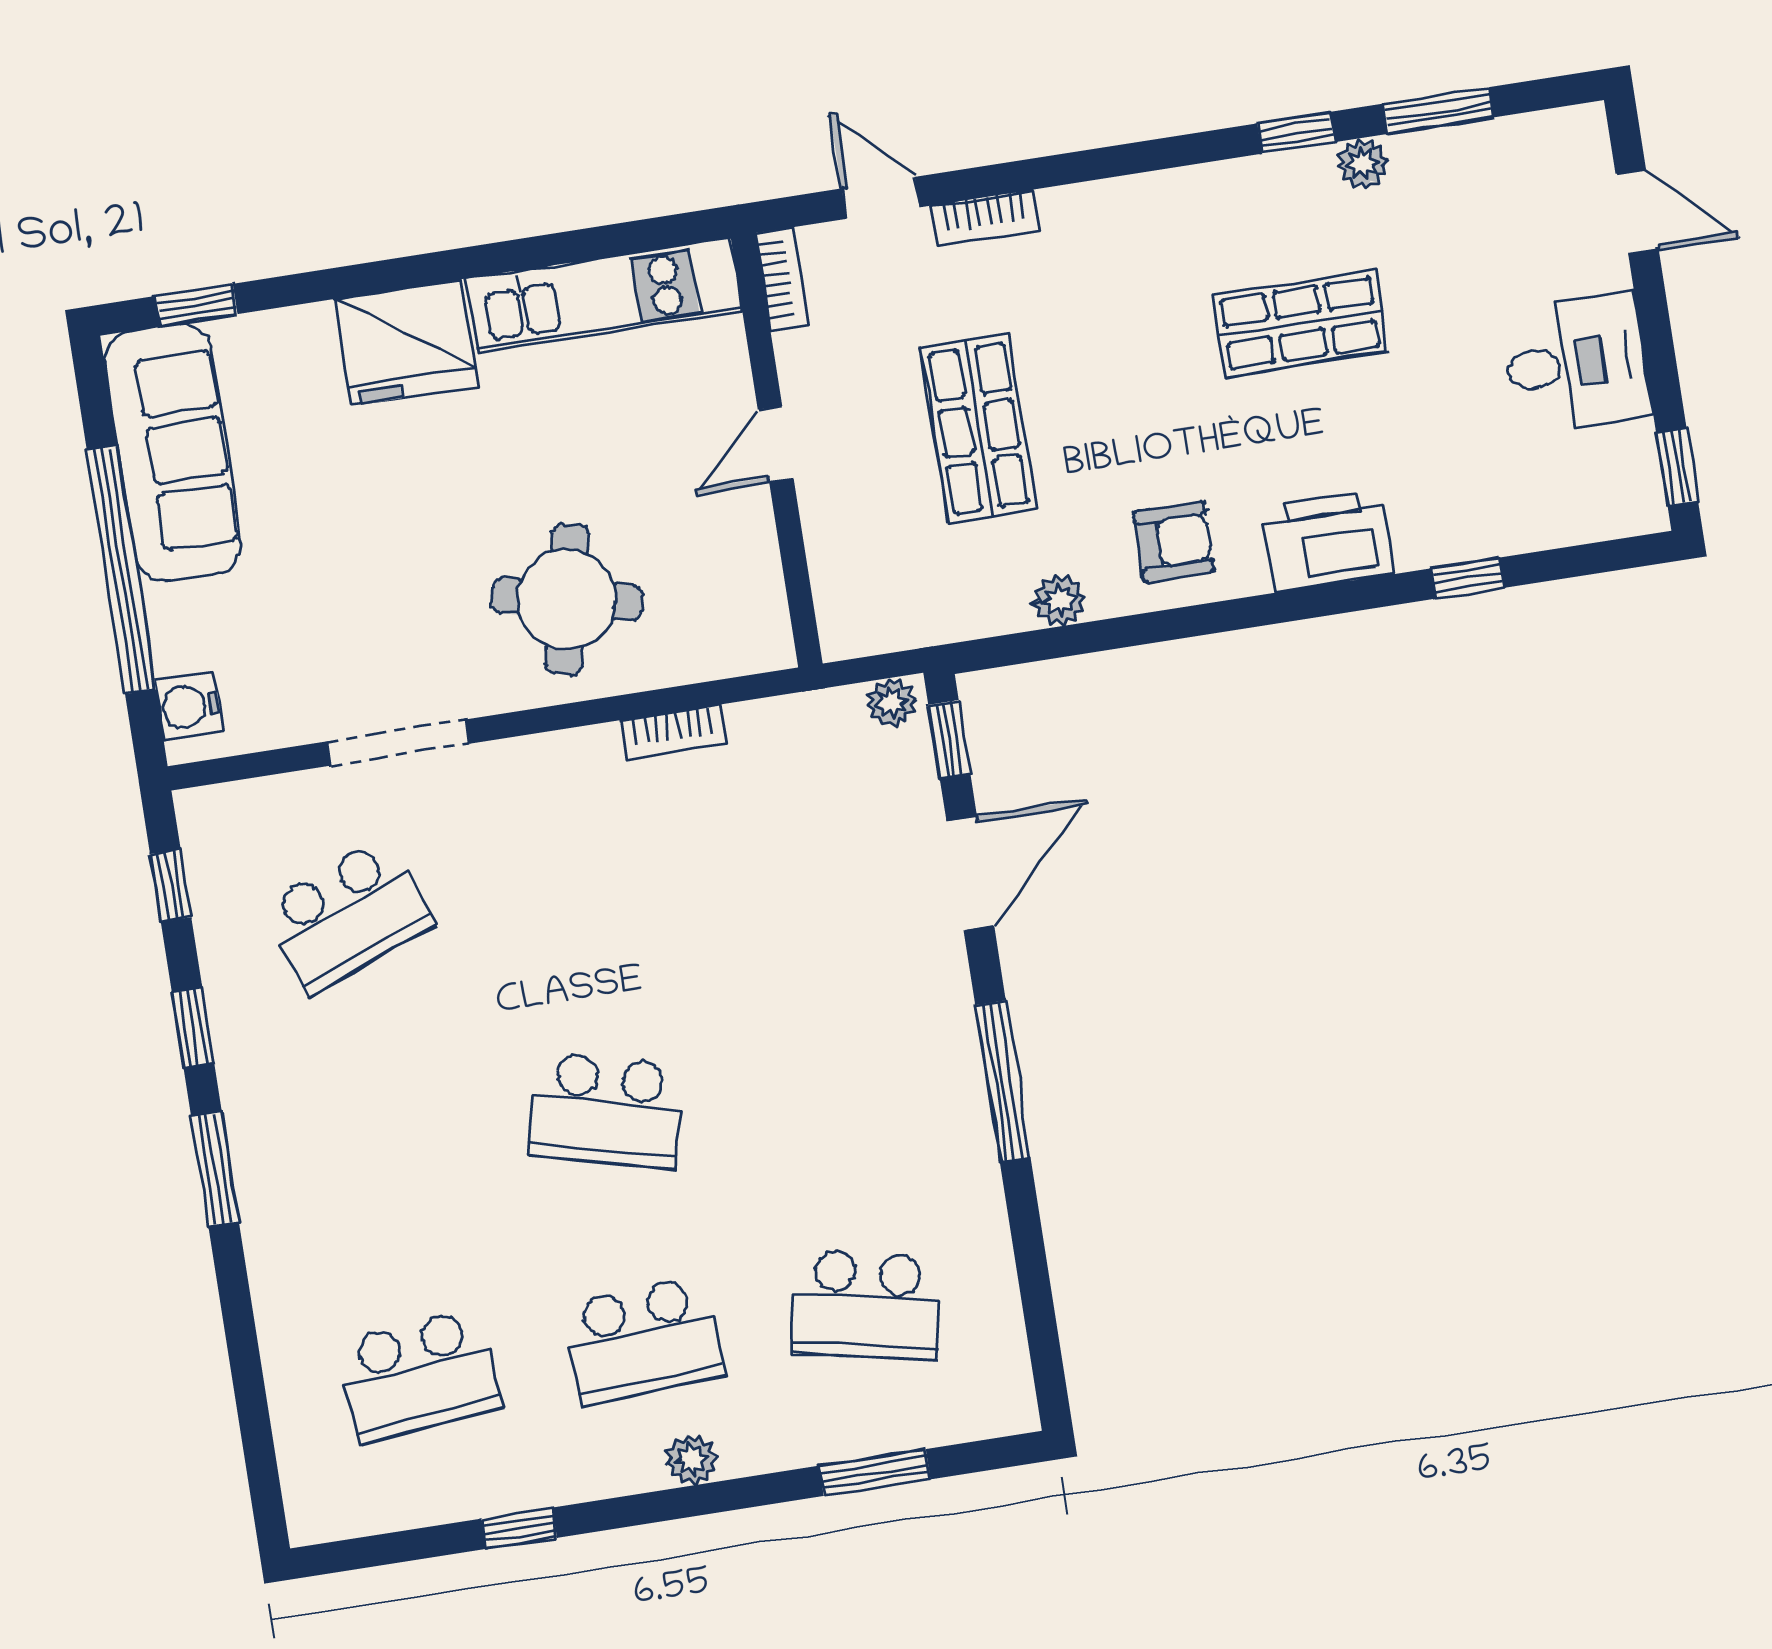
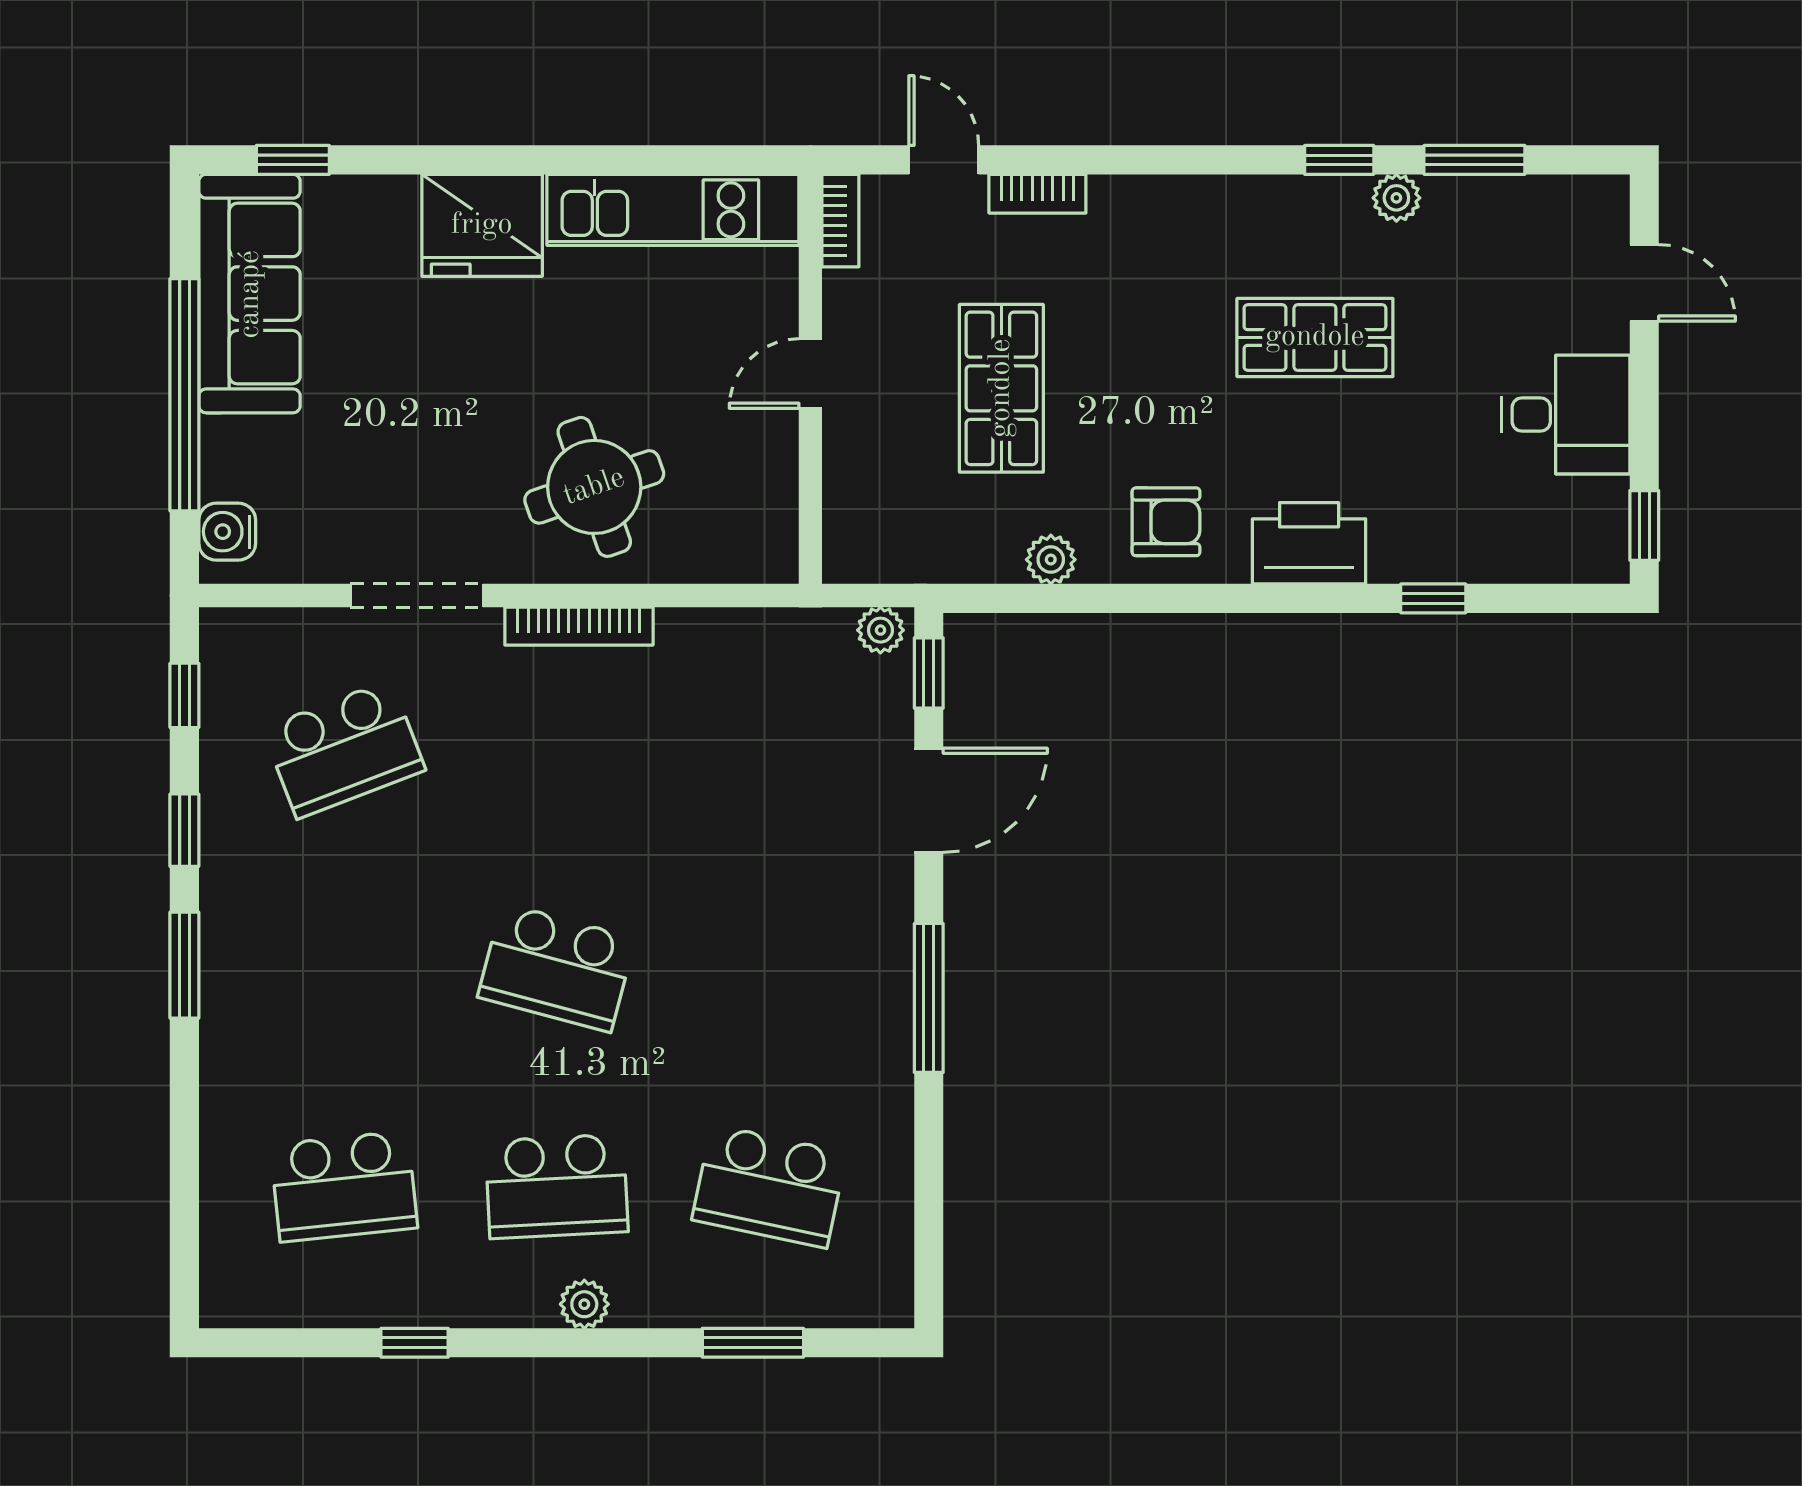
round table: (567, 599) -> (594, 487), turned -31
bookcase: (674, 732) -> (579, 626), moved, width x1.56

